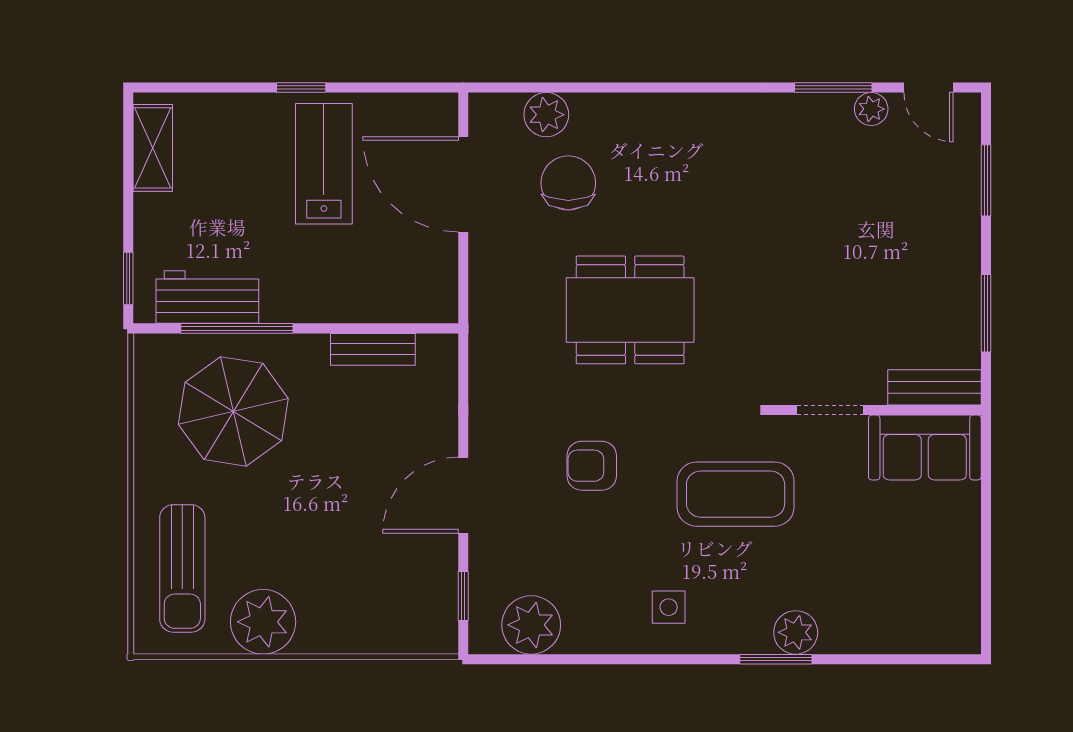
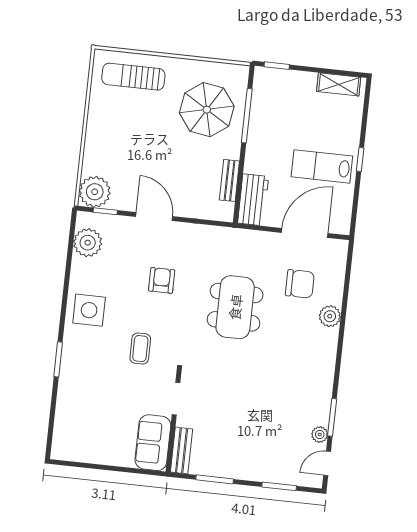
plant: (546, 115) -> (330, 316), moved
lab bench: (324, 164) -> (322, 166), turned 180
workbench: (207, 297) -> (253, 200), moved
coffee table: (736, 494) -> (140, 349), width x0.54, depth x0.58
side table: (669, 607) -> (89, 310), width x1.87, depth x1.87
plant: (263, 622) -> (95, 192), moved
plant: (796, 632) -> (70, 370), removed

